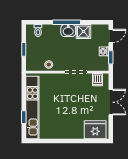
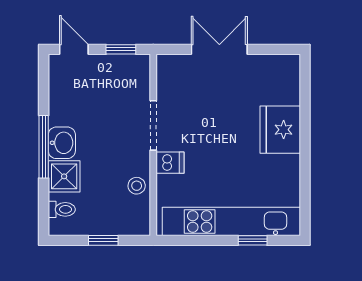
shower: (83, 32) -> (64, 176), moved
washing machine: (104, 51) -> (108, 64), removed
dishwasher: (98, 80) -> (170, 163), moved
fridge: (95, 130) -> (280, 130), moved

